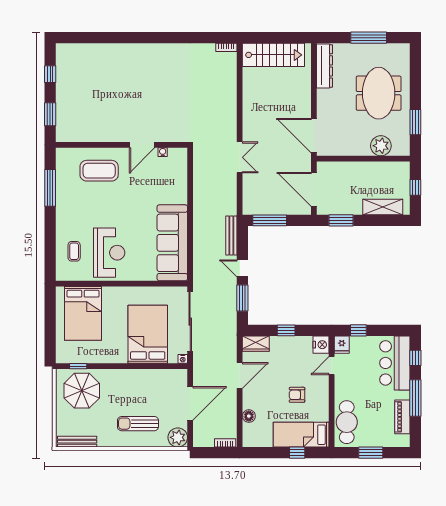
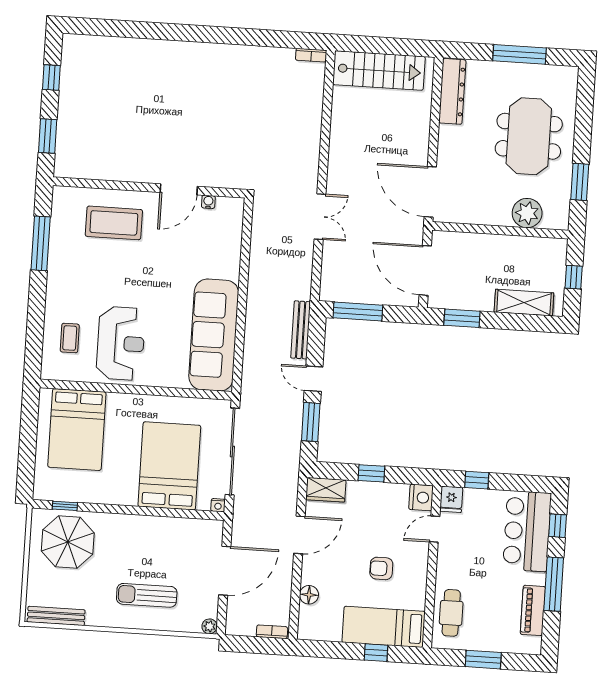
cafe table: (347, 422) -> (451, 613), width x0.73, depth x0.74
plant: (178, 437) -> (210, 626), width x0.53, depth x0.53

